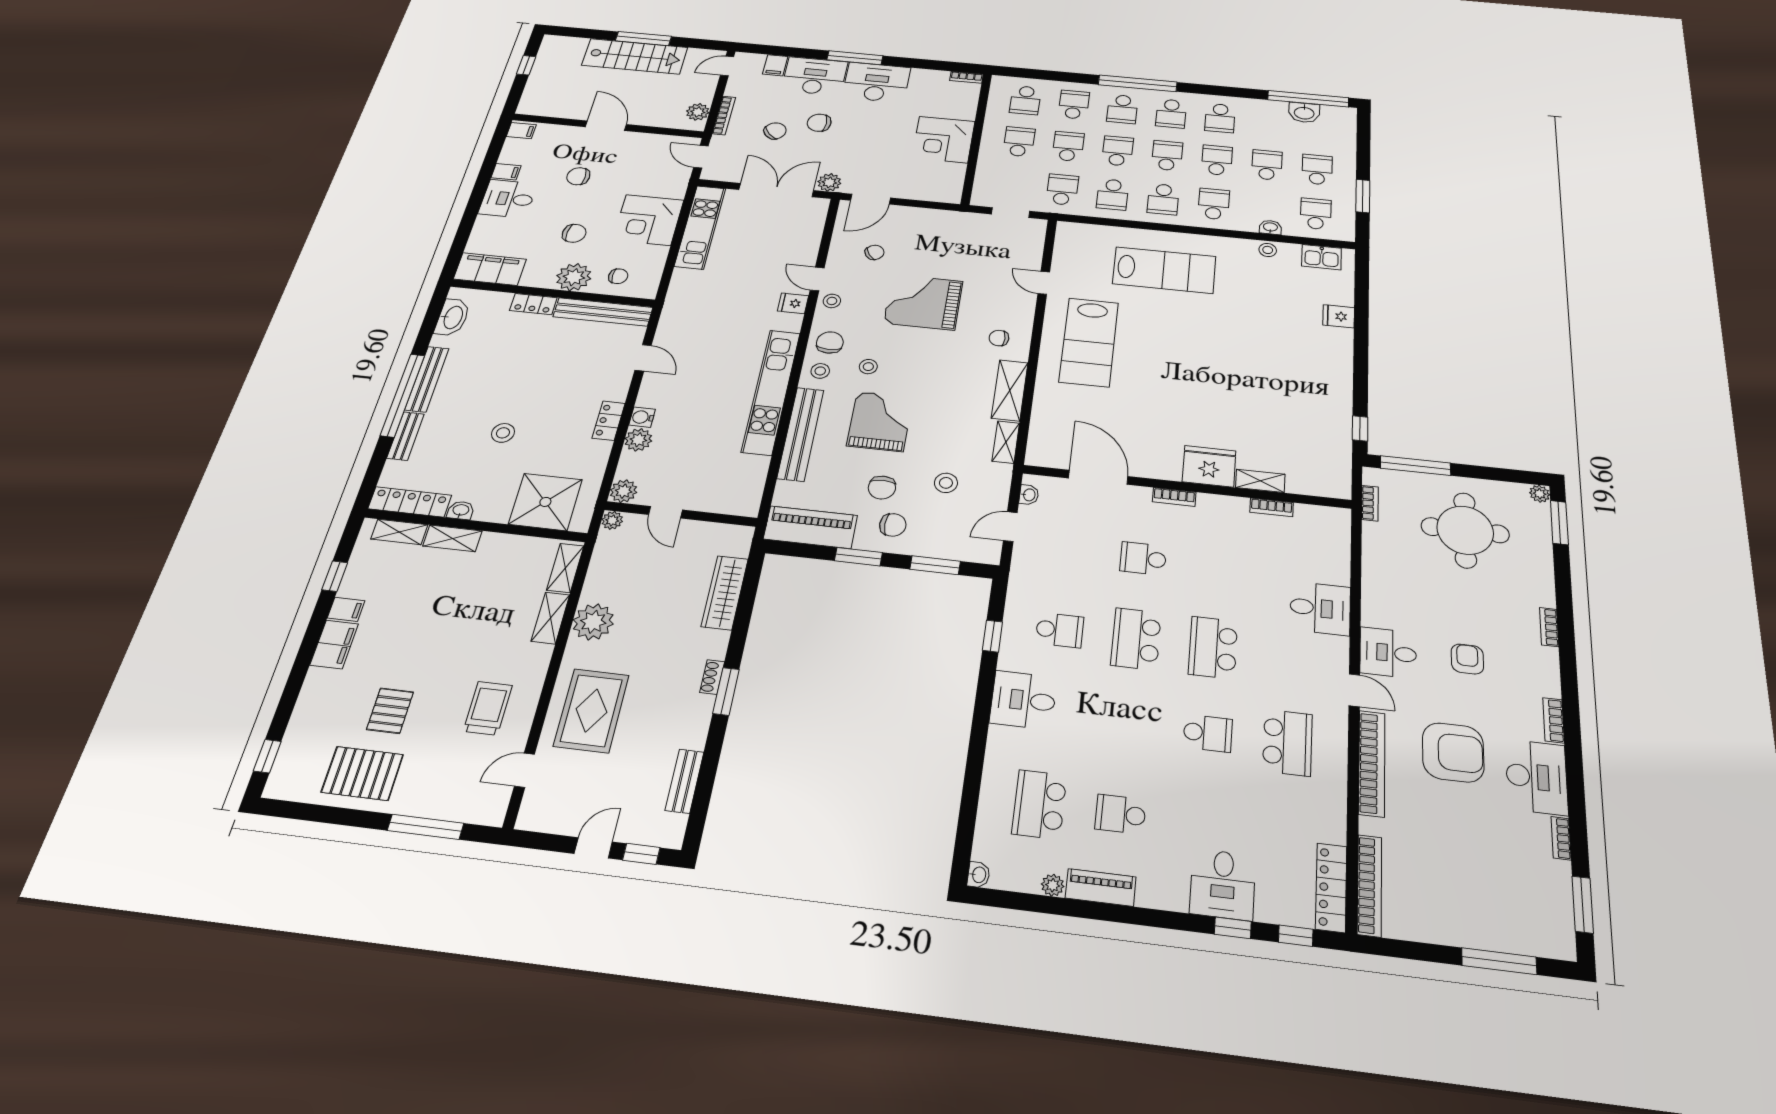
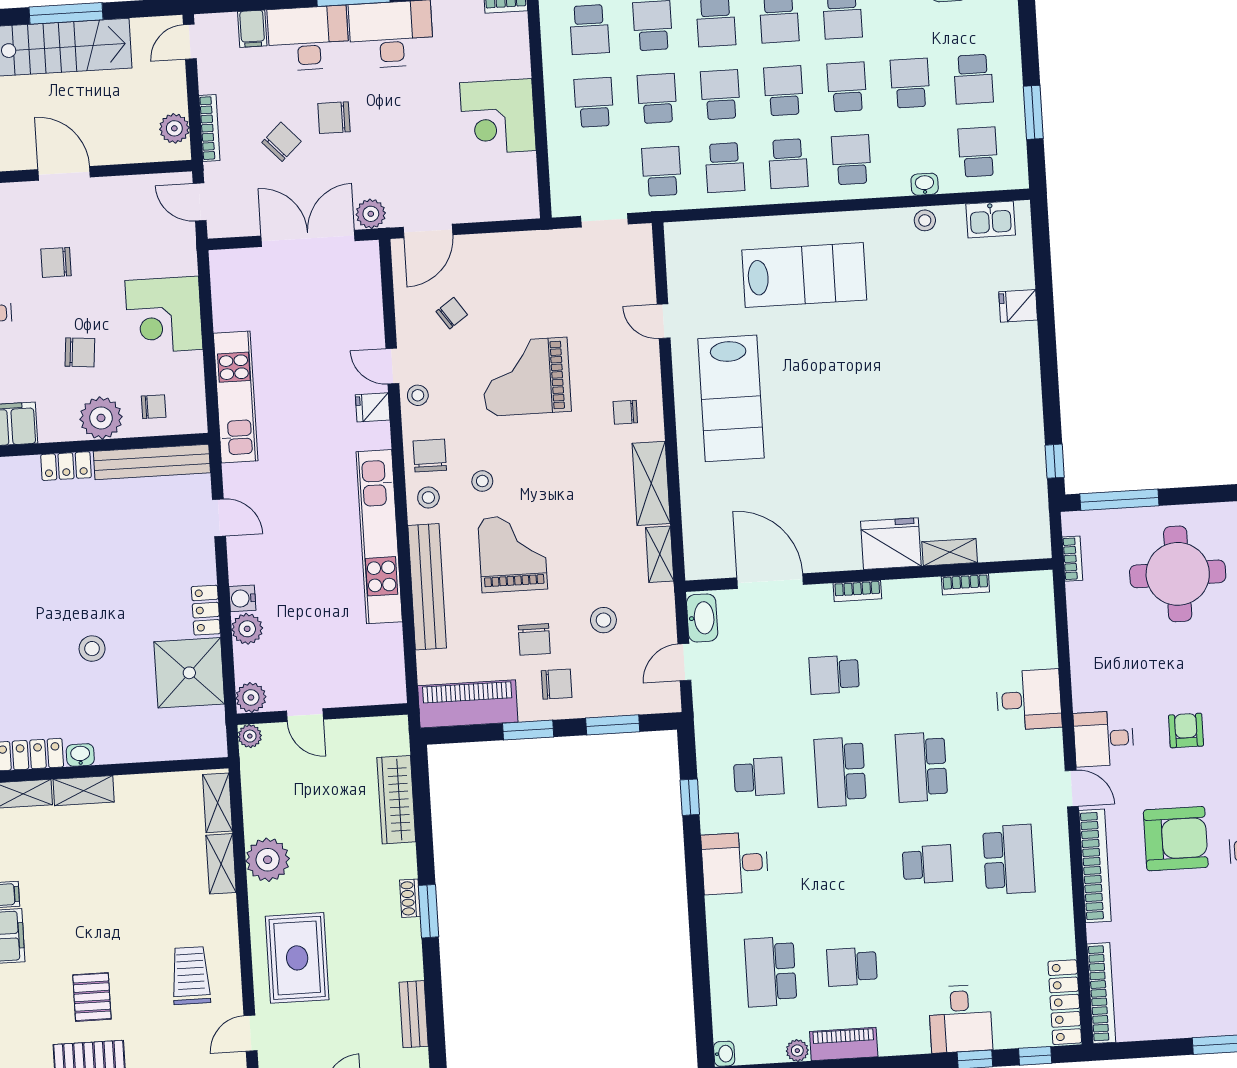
school desk: (1317, 170) -> (973, 79), turned 180
kitchen unit: (700, 227) -> (236, 397), moved
washbasin: (1029, 495) -> (702, 618), width x1.91, depth x1.45
shower: (545, 502) -> (189, 673), moved

